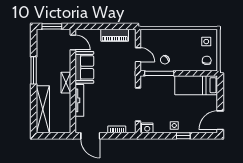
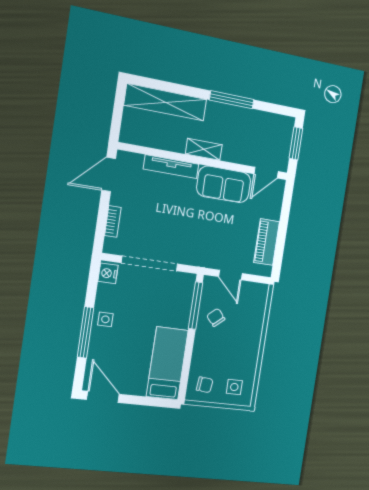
door: (138, 55) -> (230, 275), hinge flipped
window: (183, 136) -> (85, 332), width x2.17

